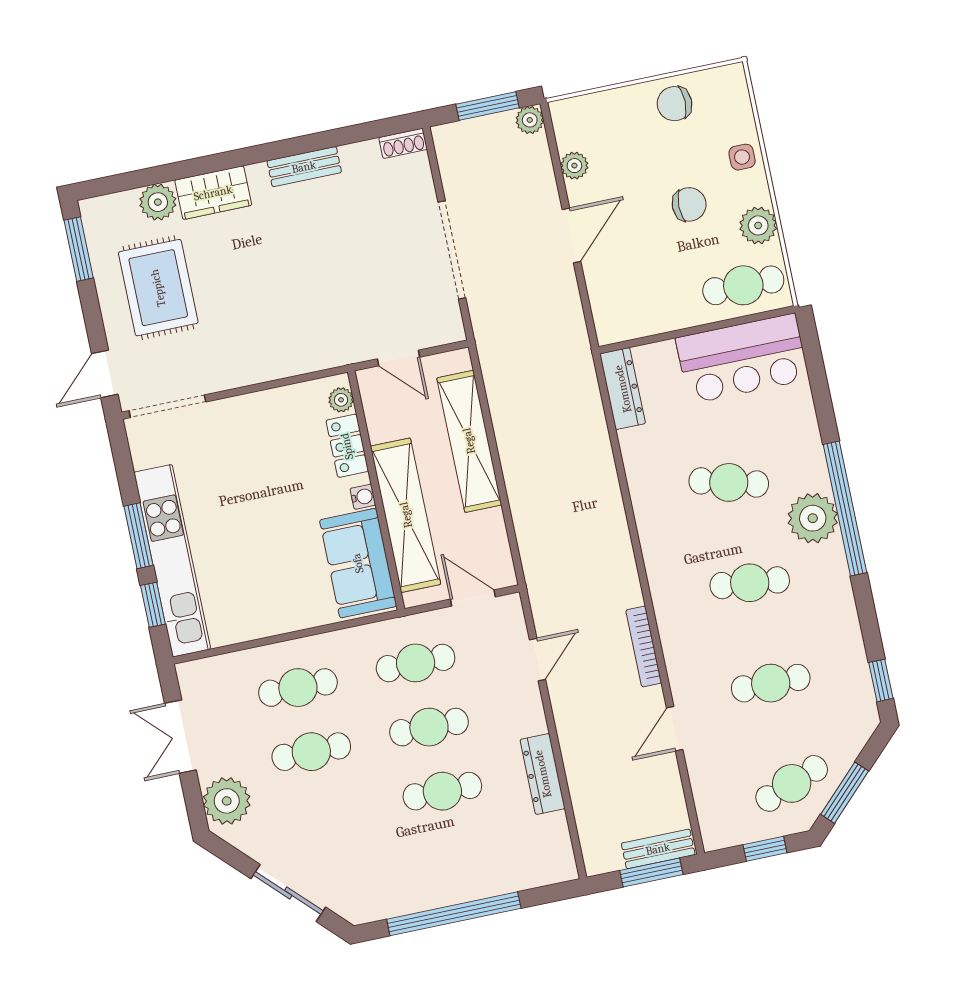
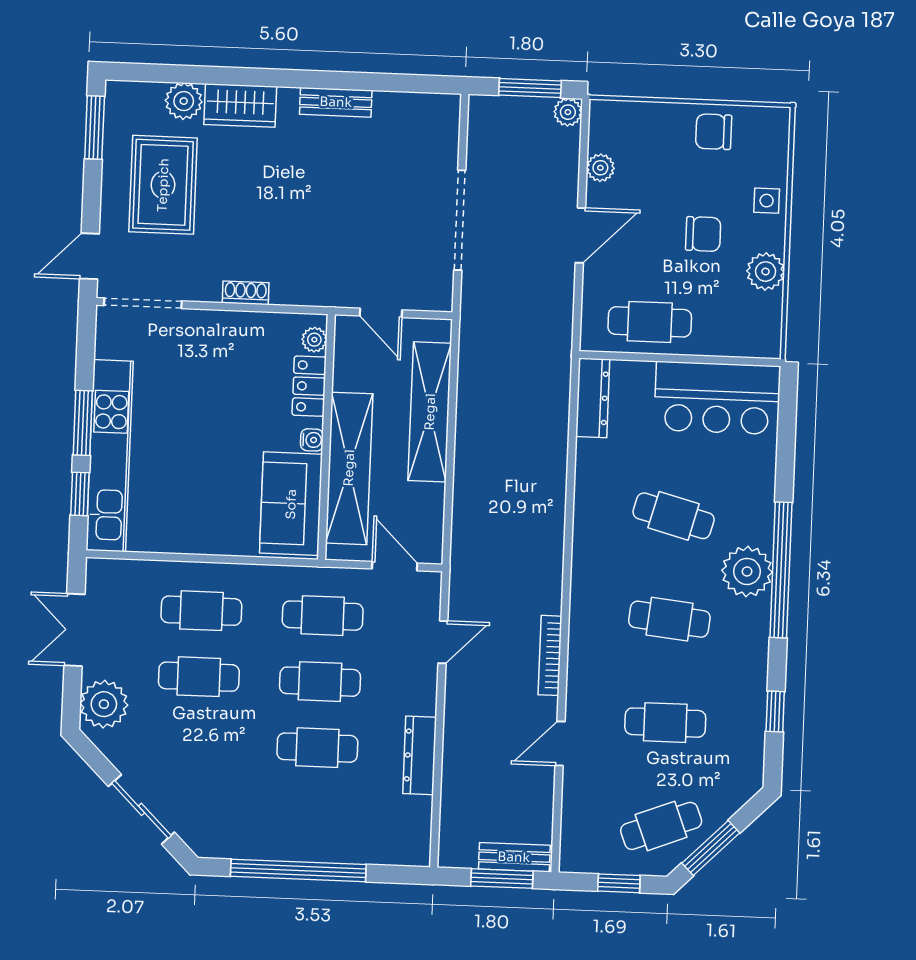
shoe rack: (403, 143) -> (246, 293), moved, turned 180
cafe table: (743, 285) -> (650, 322), moved
window: (881, 680) -> (775, 712), moved

